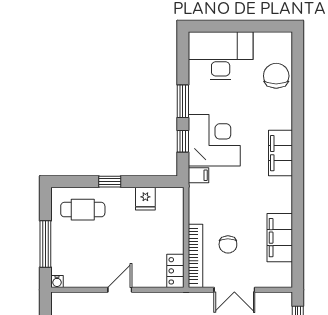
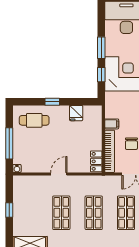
filing cabinet: (198, 175) -> (112, 124), moved

